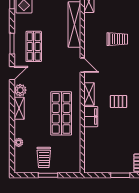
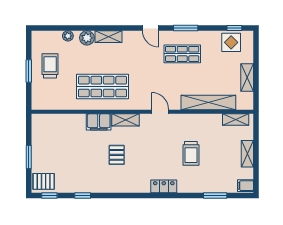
door: (82, 65) -> (160, 112), swing flipped
plant: (20, 90) -> (87, 38), moved
trolley: (44, 157) -> (50, 66), turned 90

